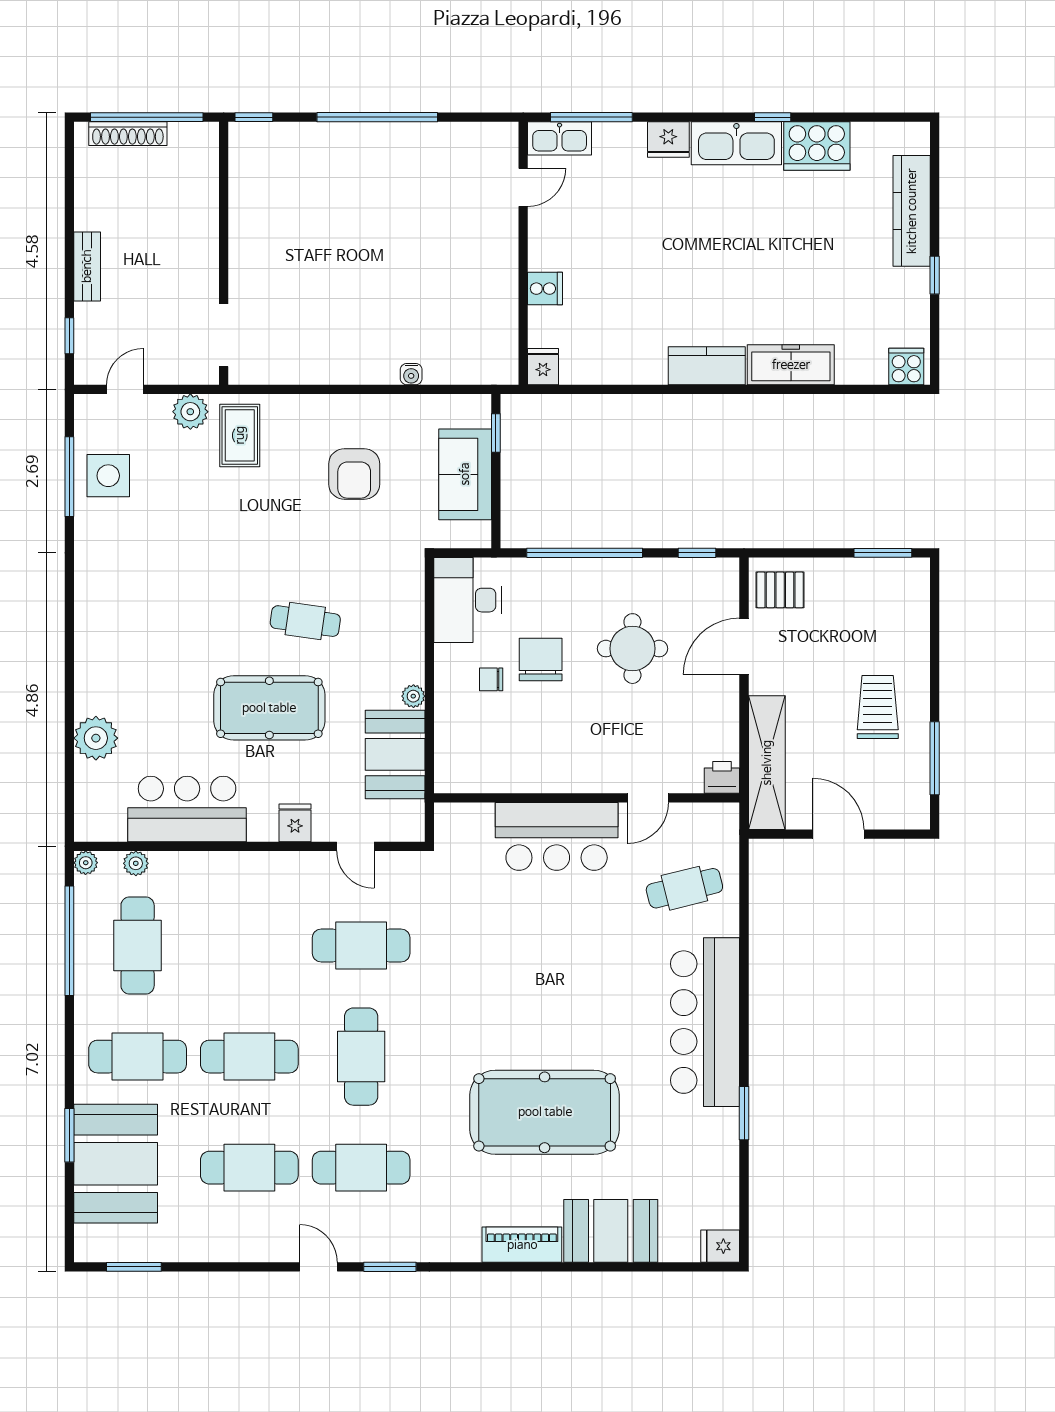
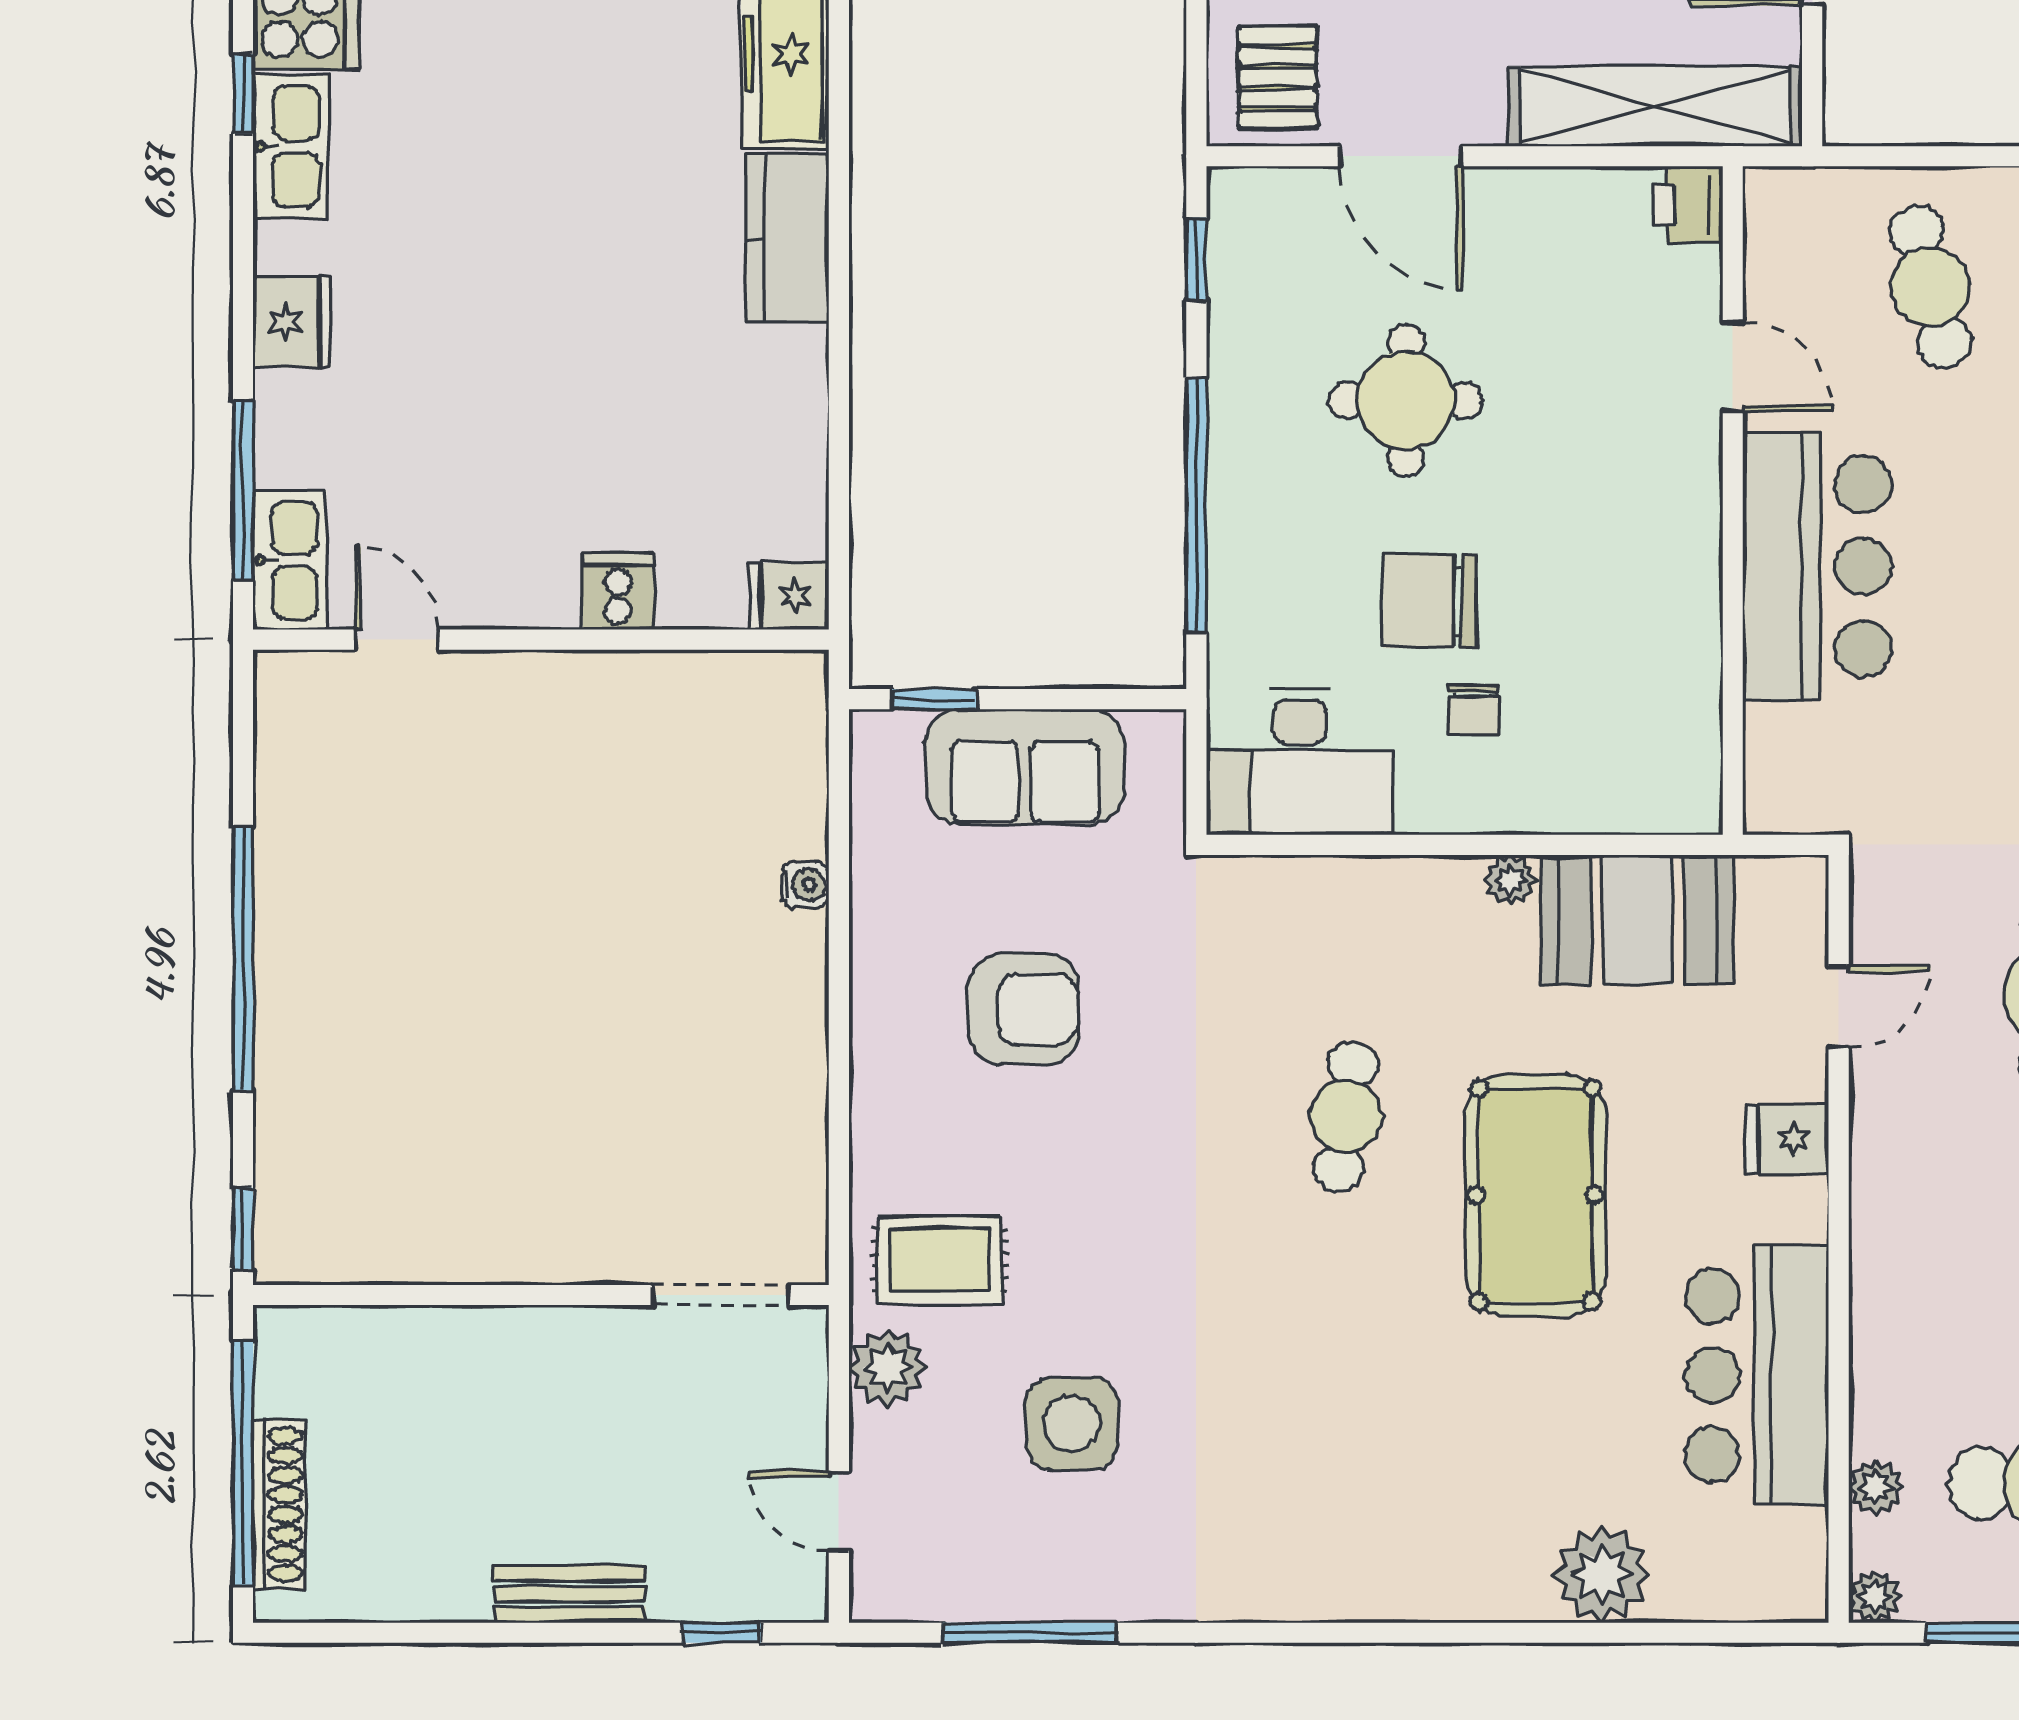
kitchen sink: (736, 143) -> (291, 147), width x0.73, depth x0.81
side table: (108, 476) -> (1072, 1423), moved

